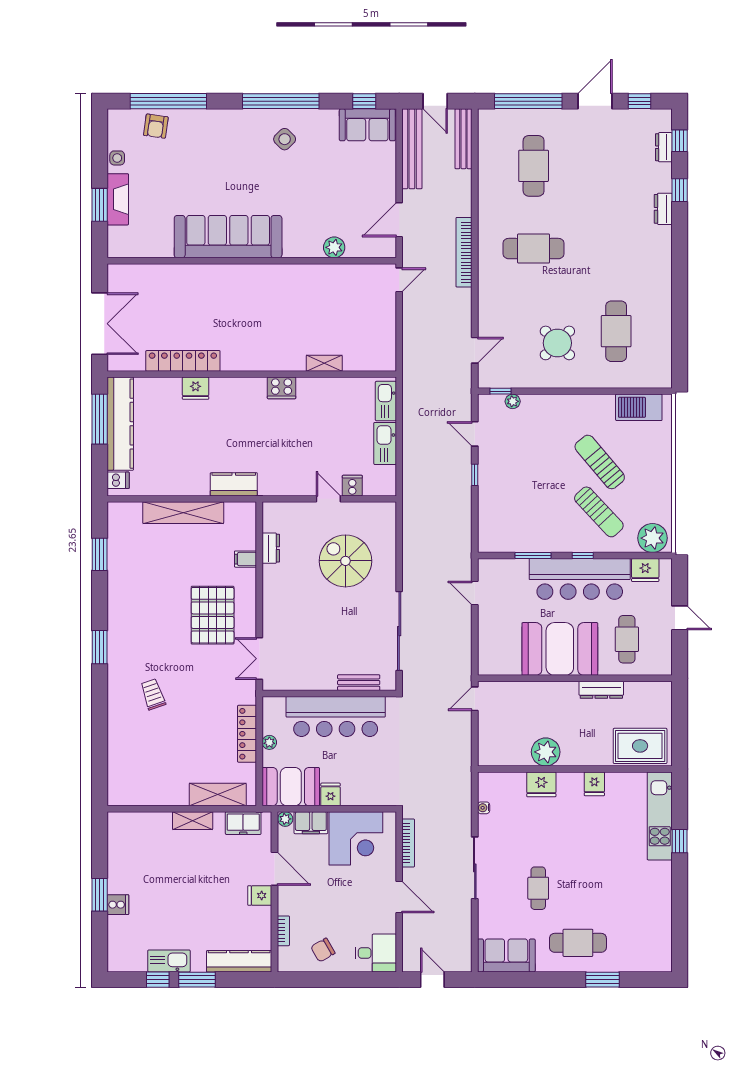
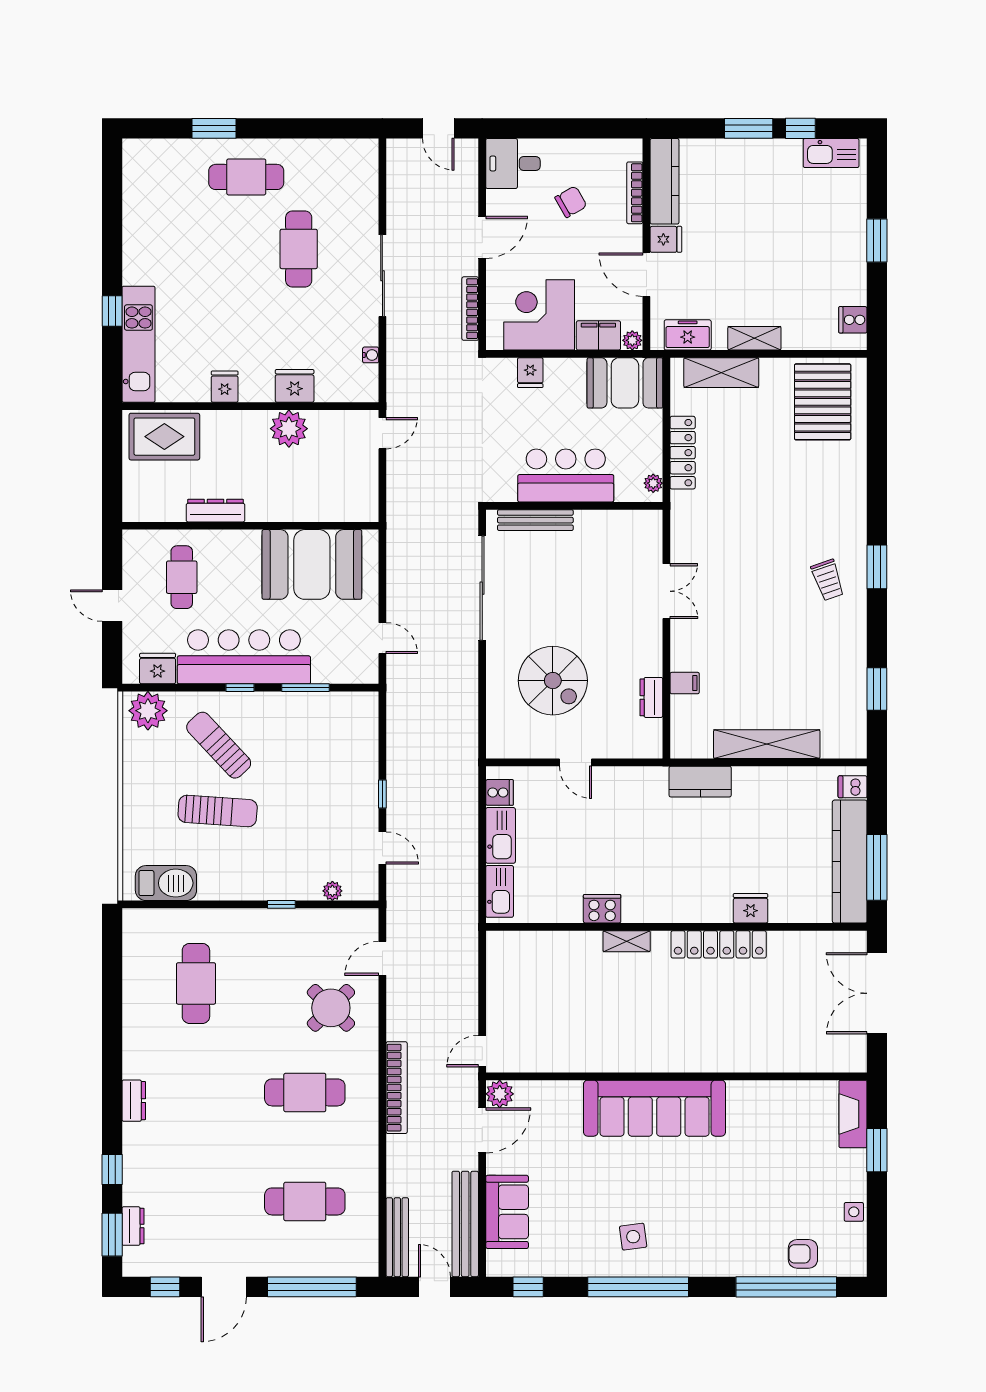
sofa: (367, 125) -> (507, 1212), moved, turned 90
armchair: (156, 126) -> (803, 1254), turned -98
side table: (285, 139) -> (633, 1237), turned 37
window: (680, 141) -> (112, 1235), width x1.50
cafe table: (534, 166) -> (305, 1201), turned 90
fireplace: (118, 199) -> (853, 1114), moved
dresser: (663, 209) -> (134, 1101), moved
sofa: (228, 237) -> (655, 1108), moved
plant: (334, 247) -> (500, 1094), moved
round table: (557, 343) -> (331, 1008), moved
locker: (183, 361) -> (719, 944), moved
shelving: (324, 363) -> (627, 941), moved
cooker: (282, 388) -> (602, 909), moved
window: (500, 391) -> (281, 904), moved
sun lounger: (600, 462) -> (218, 811), turned -46
cooker: (352, 486) -> (500, 792), moved, turned -90
pallet: (213, 615) -> (823, 402), moved
booth: (560, 649) -> (312, 564), moved
double door: (259, 659) -> (666, 591), moved
bench: (359, 683) -> (535, 520), width x1.36
trolley: (153, 694) -> (828, 580), moved
door: (475, 699) -> (382, 433), moved
bar counter: (336, 716) -> (566, 475), width x0.73
plant: (269, 742) -> (653, 483), moved
fridge: (331, 794) -> (530, 373), moved
cafe table: (538, 888) -> (299, 249), width x1.37, depth x1.35
door: (399, 897) -> (482, 237), swing flipped
cooker: (118, 905) -> (853, 320), moved
bookcase: (283, 931) -> (635, 193), width x1.56
chair: (323, 950) -> (571, 202), moved
sofa: (506, 955) -> (341, 160), removed
kitchen sink: (169, 961) -> (831, 153), moved
kitchen counter: (239, 961) -> (665, 181), moved, turned -90

